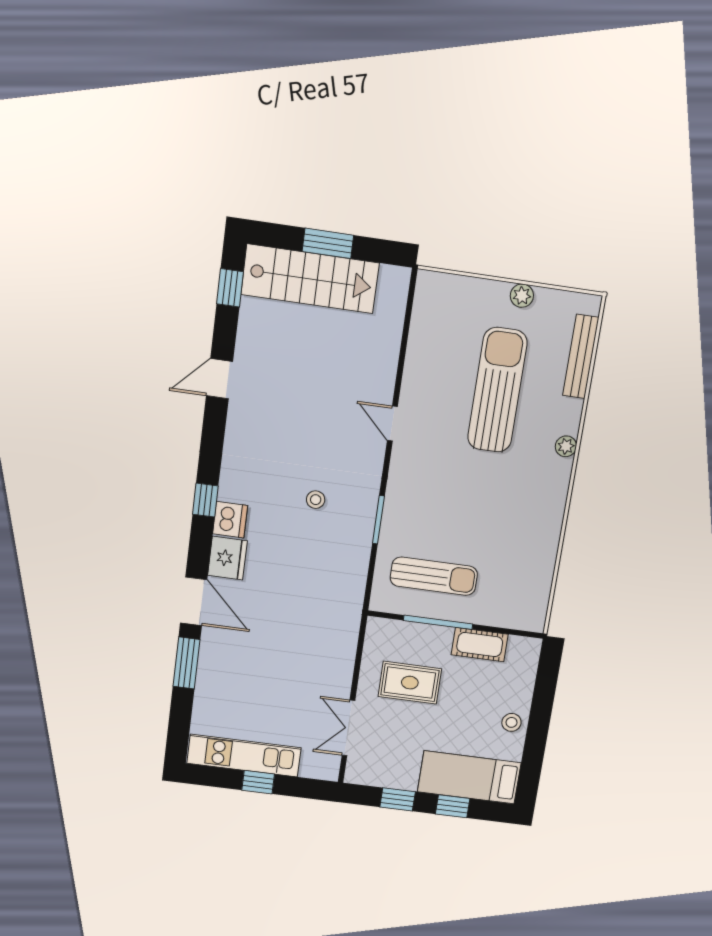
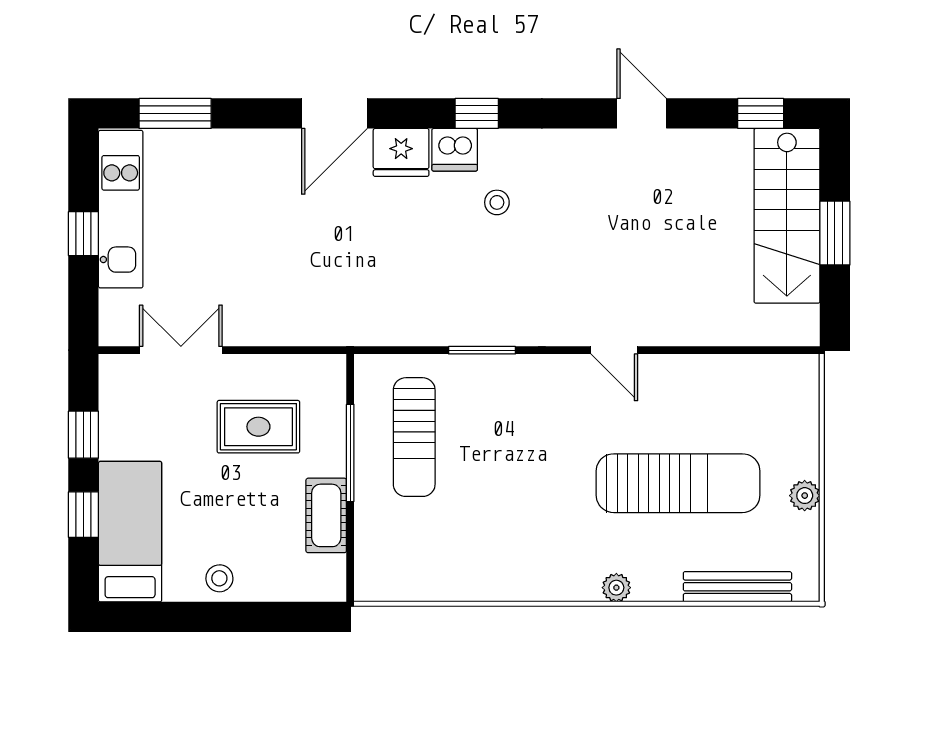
door: (392, 424) -> (614, 350), swing flipped
stool: (316, 500) -> (497, 202), moved
window: (187, 663) -> (175, 113), moved
rug: (410, 683) -> (258, 427), turned 90

